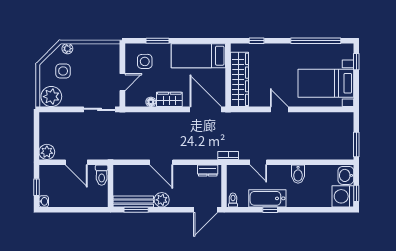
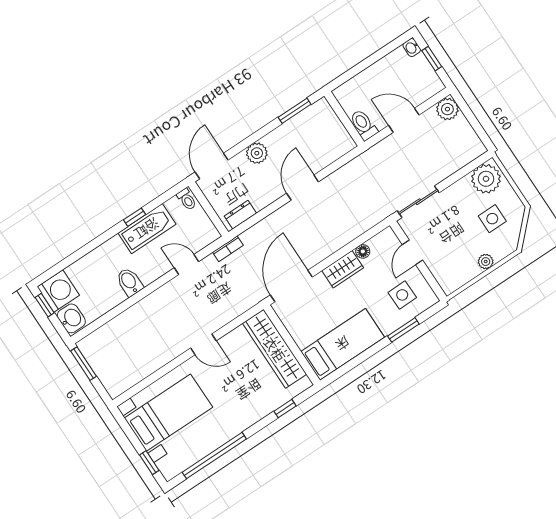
plant: (67, 49) -> (486, 262), moved
door: (206, 109) -> (291, 286), swing flipped
door: (161, 162) -> (303, 188), hinge flipped
plant: (162, 200) -> (257, 153), moved
bench: (133, 202) -> (305, 118), removed

